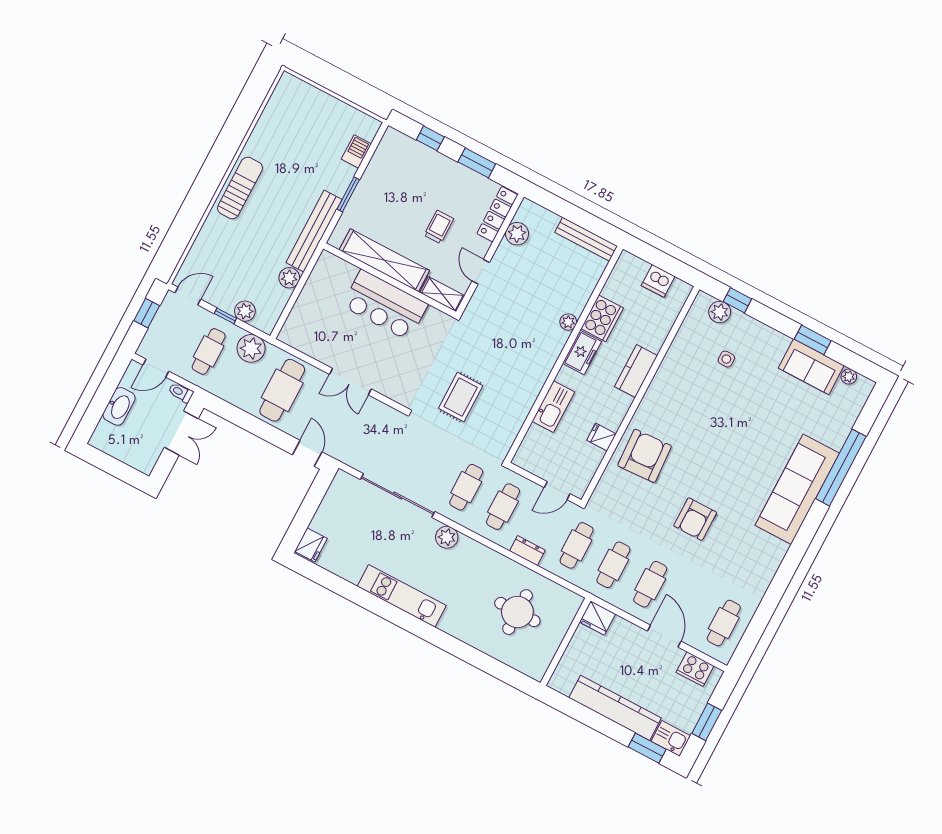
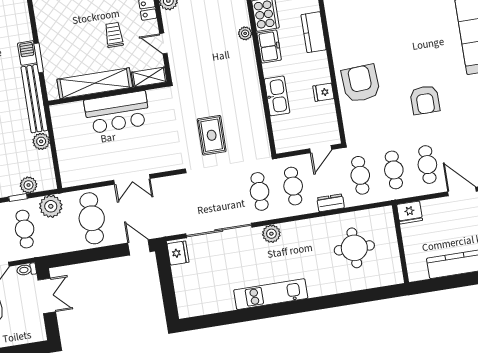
barbecue: (356, 151) -> (27, 53), moved
fridge: (311, 545) -> (178, 253), moved

